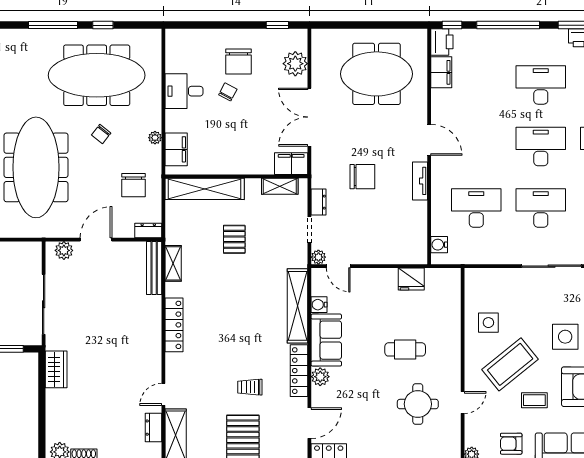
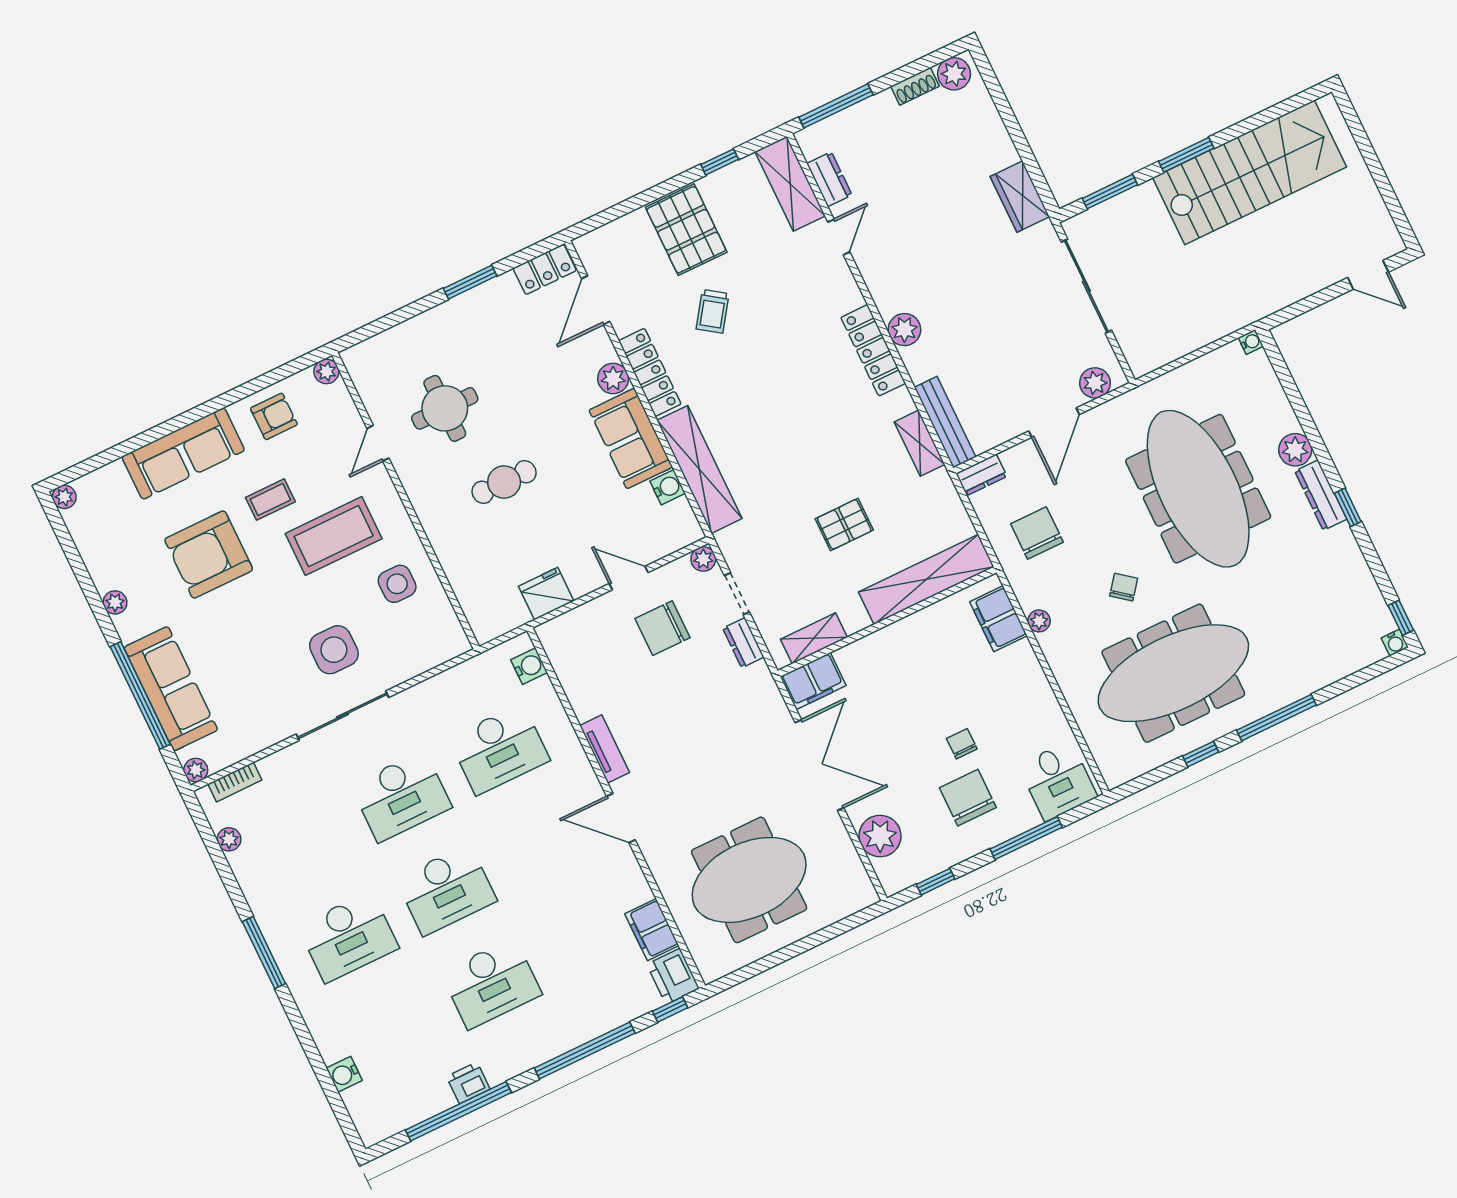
window: (218, 25) -> (1026, 838), added
desk: (184, 91) -> (1058, 781), moved, turned 90
chair: (228, 92) -> (962, 744), turned 152
chair: (362, 177) -> (663, 628), moved
pallet: (234, 239) -> (844, 524), turned 90
door: (338, 266) -> (629, 578), moved
plant: (152, 328) -> (904, 330), added
side table: (565, 337) -> (334, 650), moved
coffee table: (510, 364) -> (334, 536), turned 39
trolley: (250, 387) -> (713, 311), turned 125

